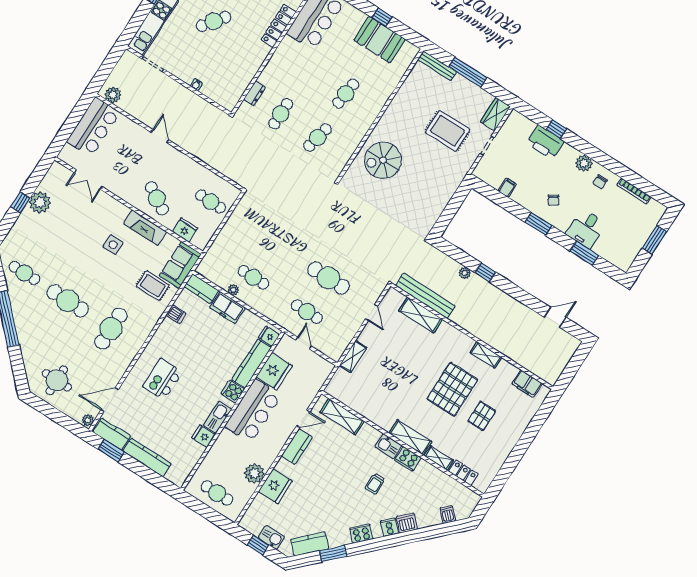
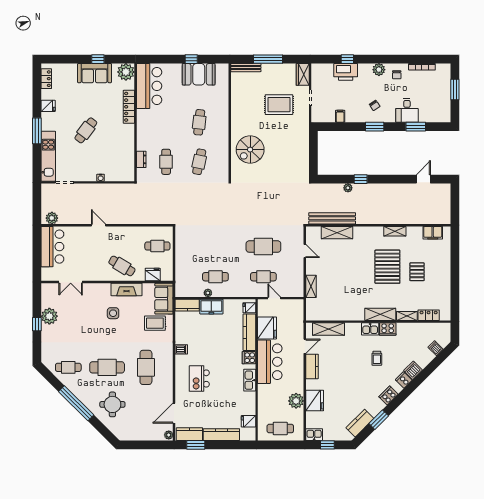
dishwasher: (176, 314) -> (181, 349), moved
round table: (57, 380) -> (112, 404), moved
fridge: (203, 436) -> (248, 421), moved
kitchen sink: (271, 537) -> (314, 435), moved

